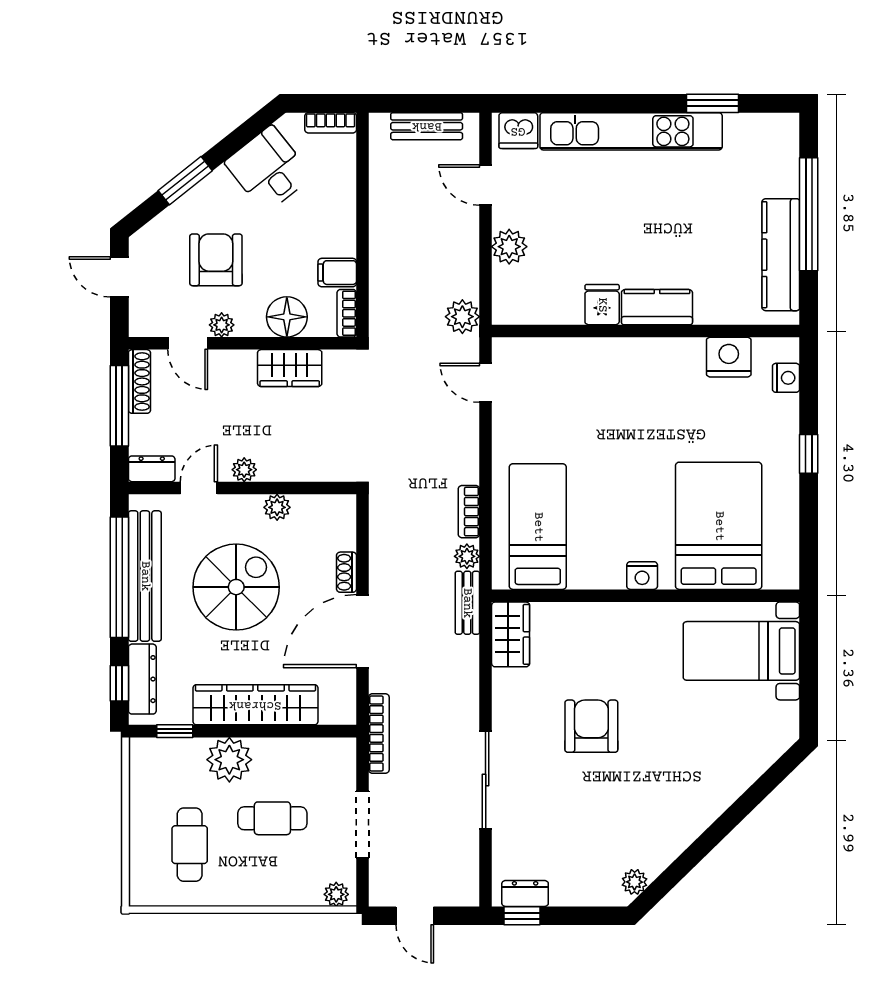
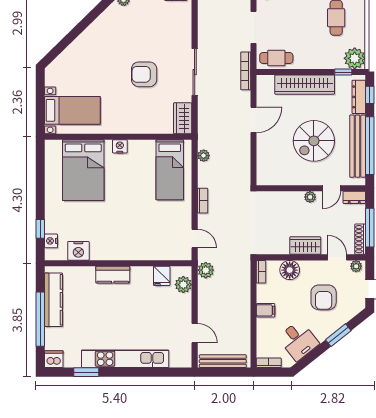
bench: (427, 126) -> (223, 361), width x1.36
dishwasher: (518, 131) -> (54, 359), moved
plant: (509, 247) -> (183, 285), moved
filing cabinet: (337, 273) -> (266, 310), moved
fridge: (602, 305) -> (162, 276), moved
plant: (222, 325) -> (356, 266), moved
wardrobe: (290, 368) -> (305, 246), moved
window: (809, 454) -> (40, 229), moved
plant: (277, 507) -> (294, 179), removed
bookcase: (469, 512) -> (203, 201), moved
shoe rack: (346, 572) -> (261, 148), removed
bench: (467, 603) -> (203, 133), removed
door: (362, 631) -> (254, 120), width x0.73
armchair: (591, 726) -> (144, 74), turned 90
plant: (229, 760) -> (355, 58), moved
sliding door: (486, 780) -> (195, 72), moved
cafe table: (272, 818) -> (276, 58), moved

